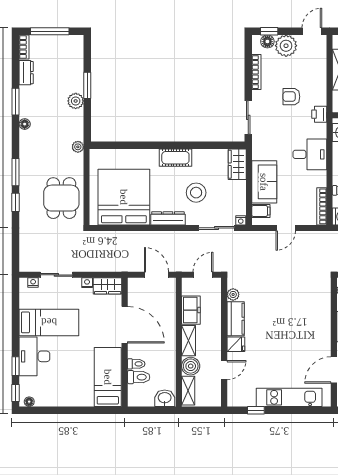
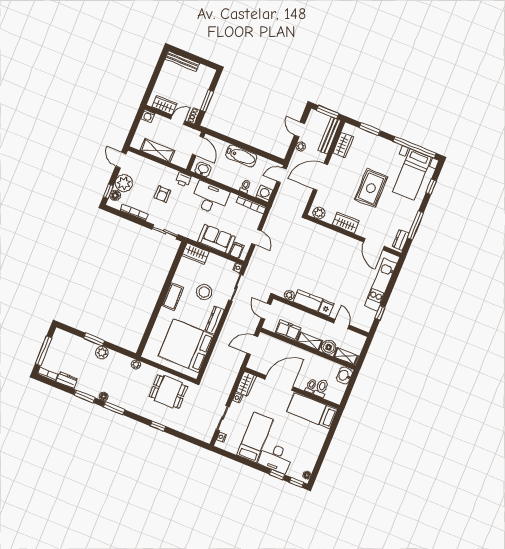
desk: (310, 154) -> (210, 198), width x1.37
window: (16, 172) -> (114, 408), moved

